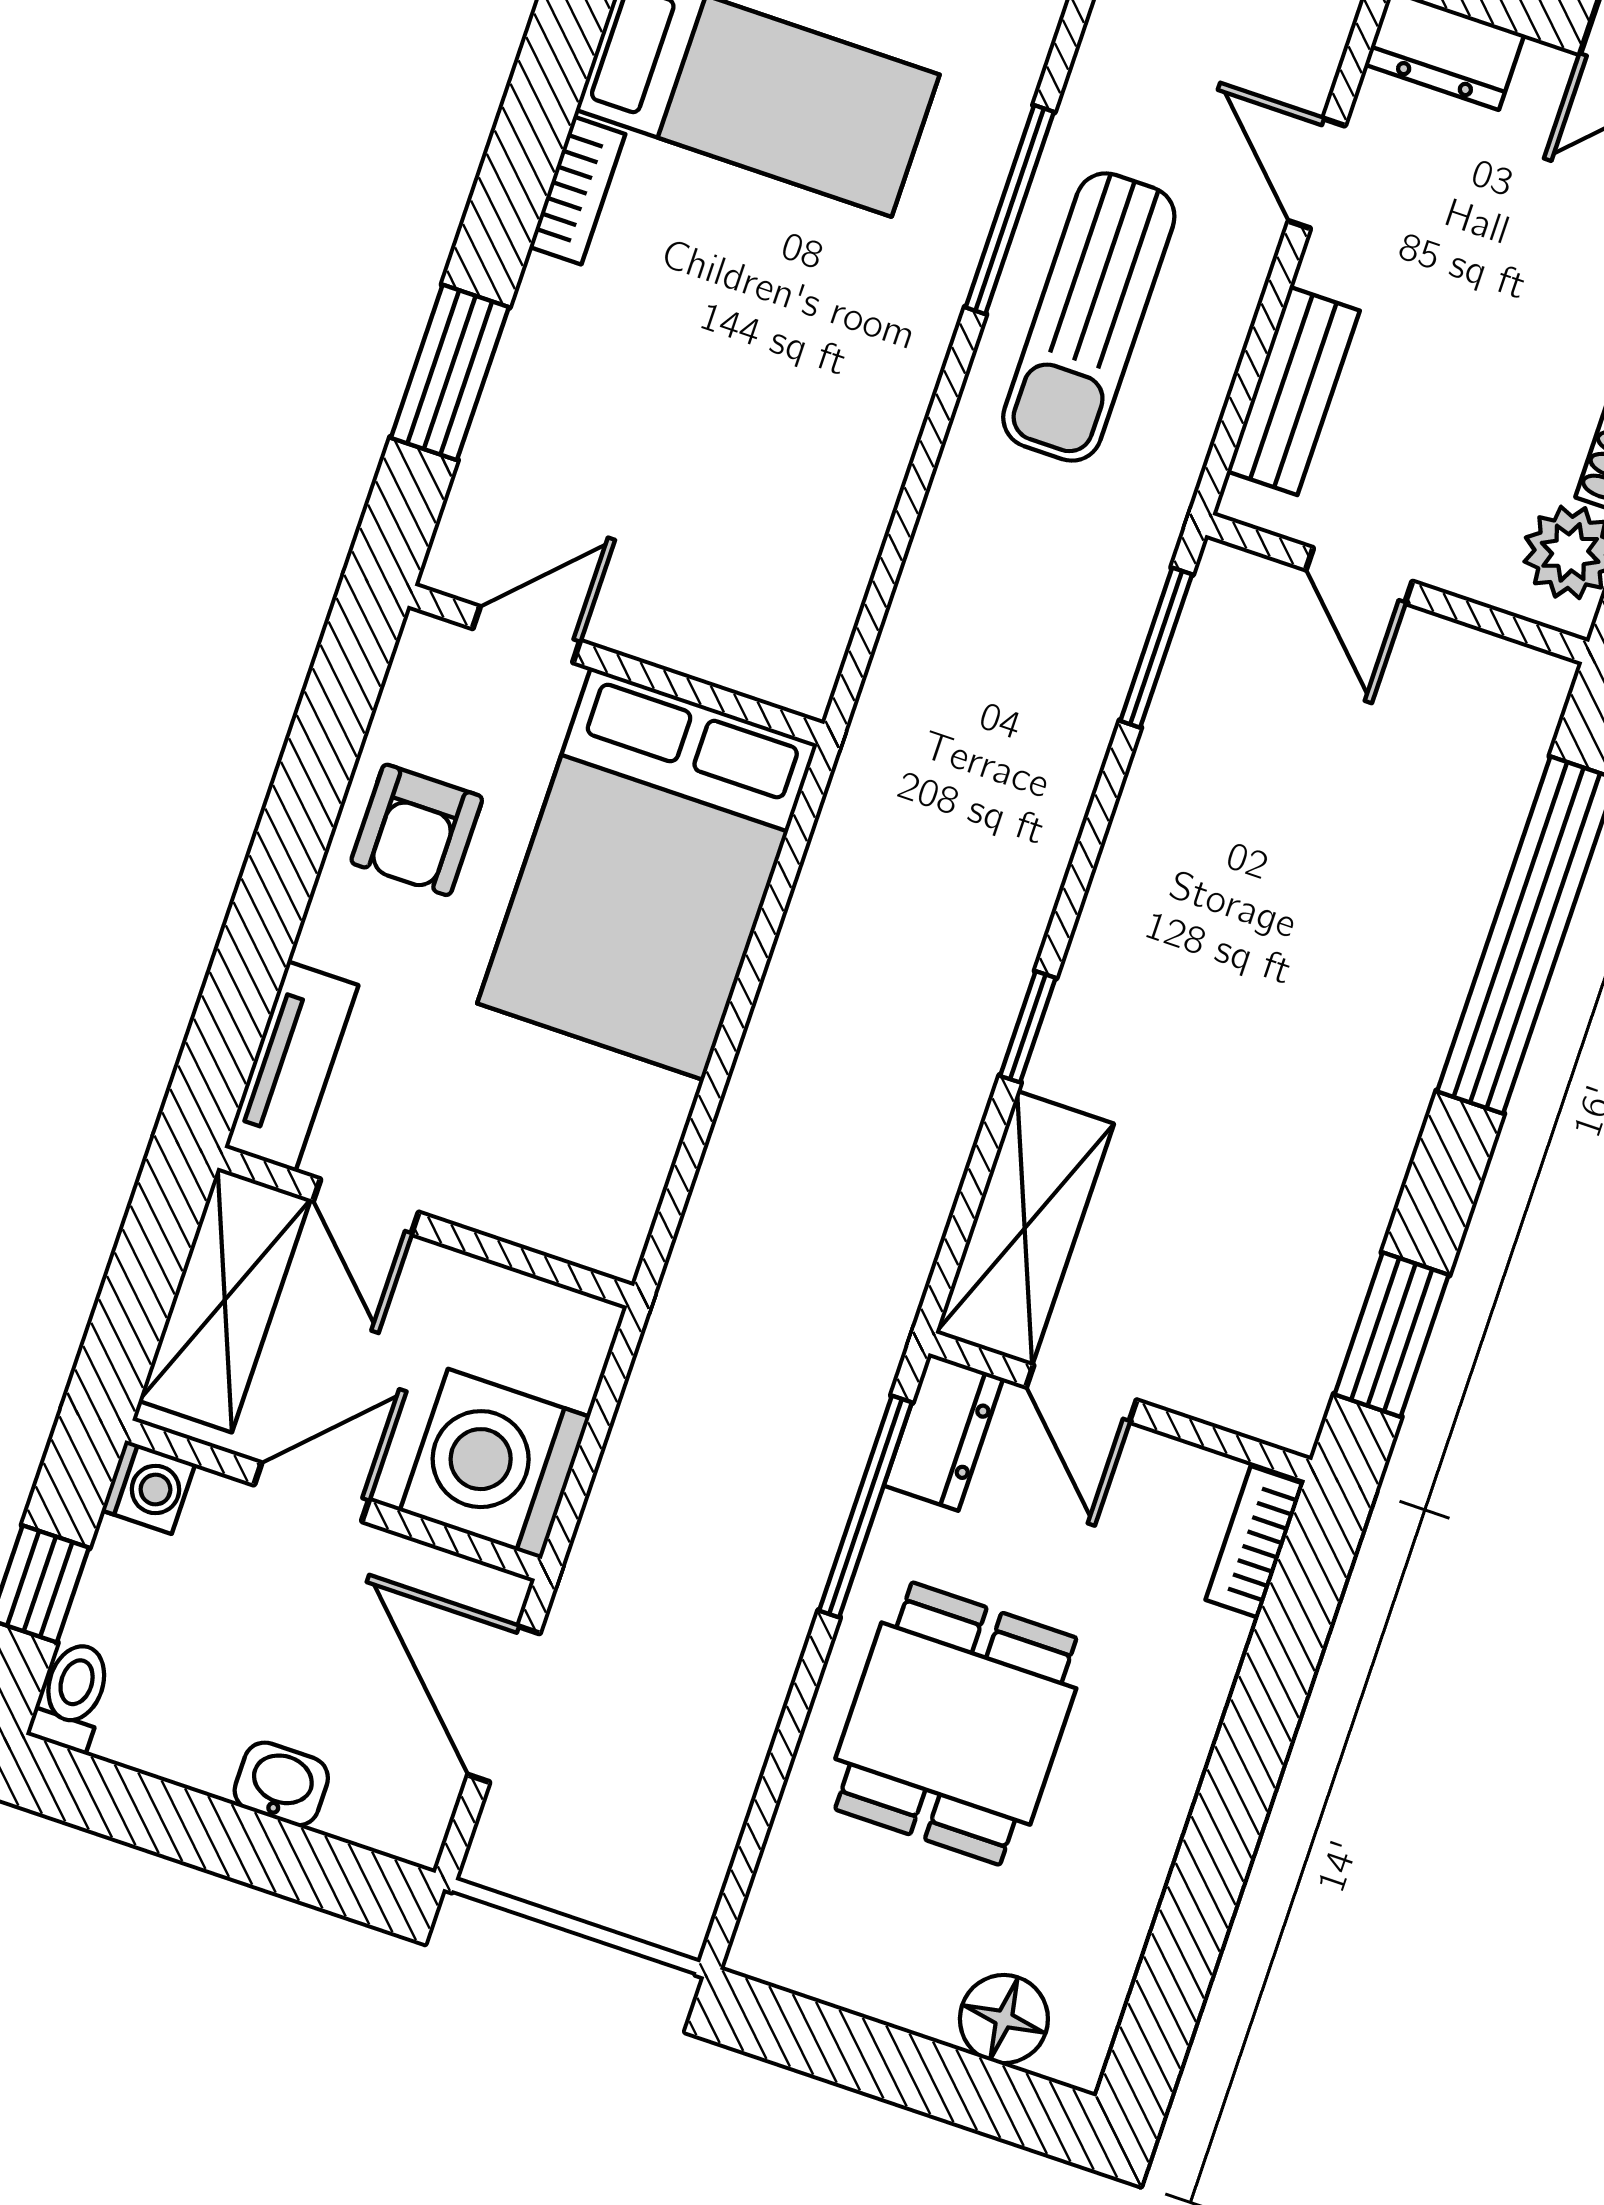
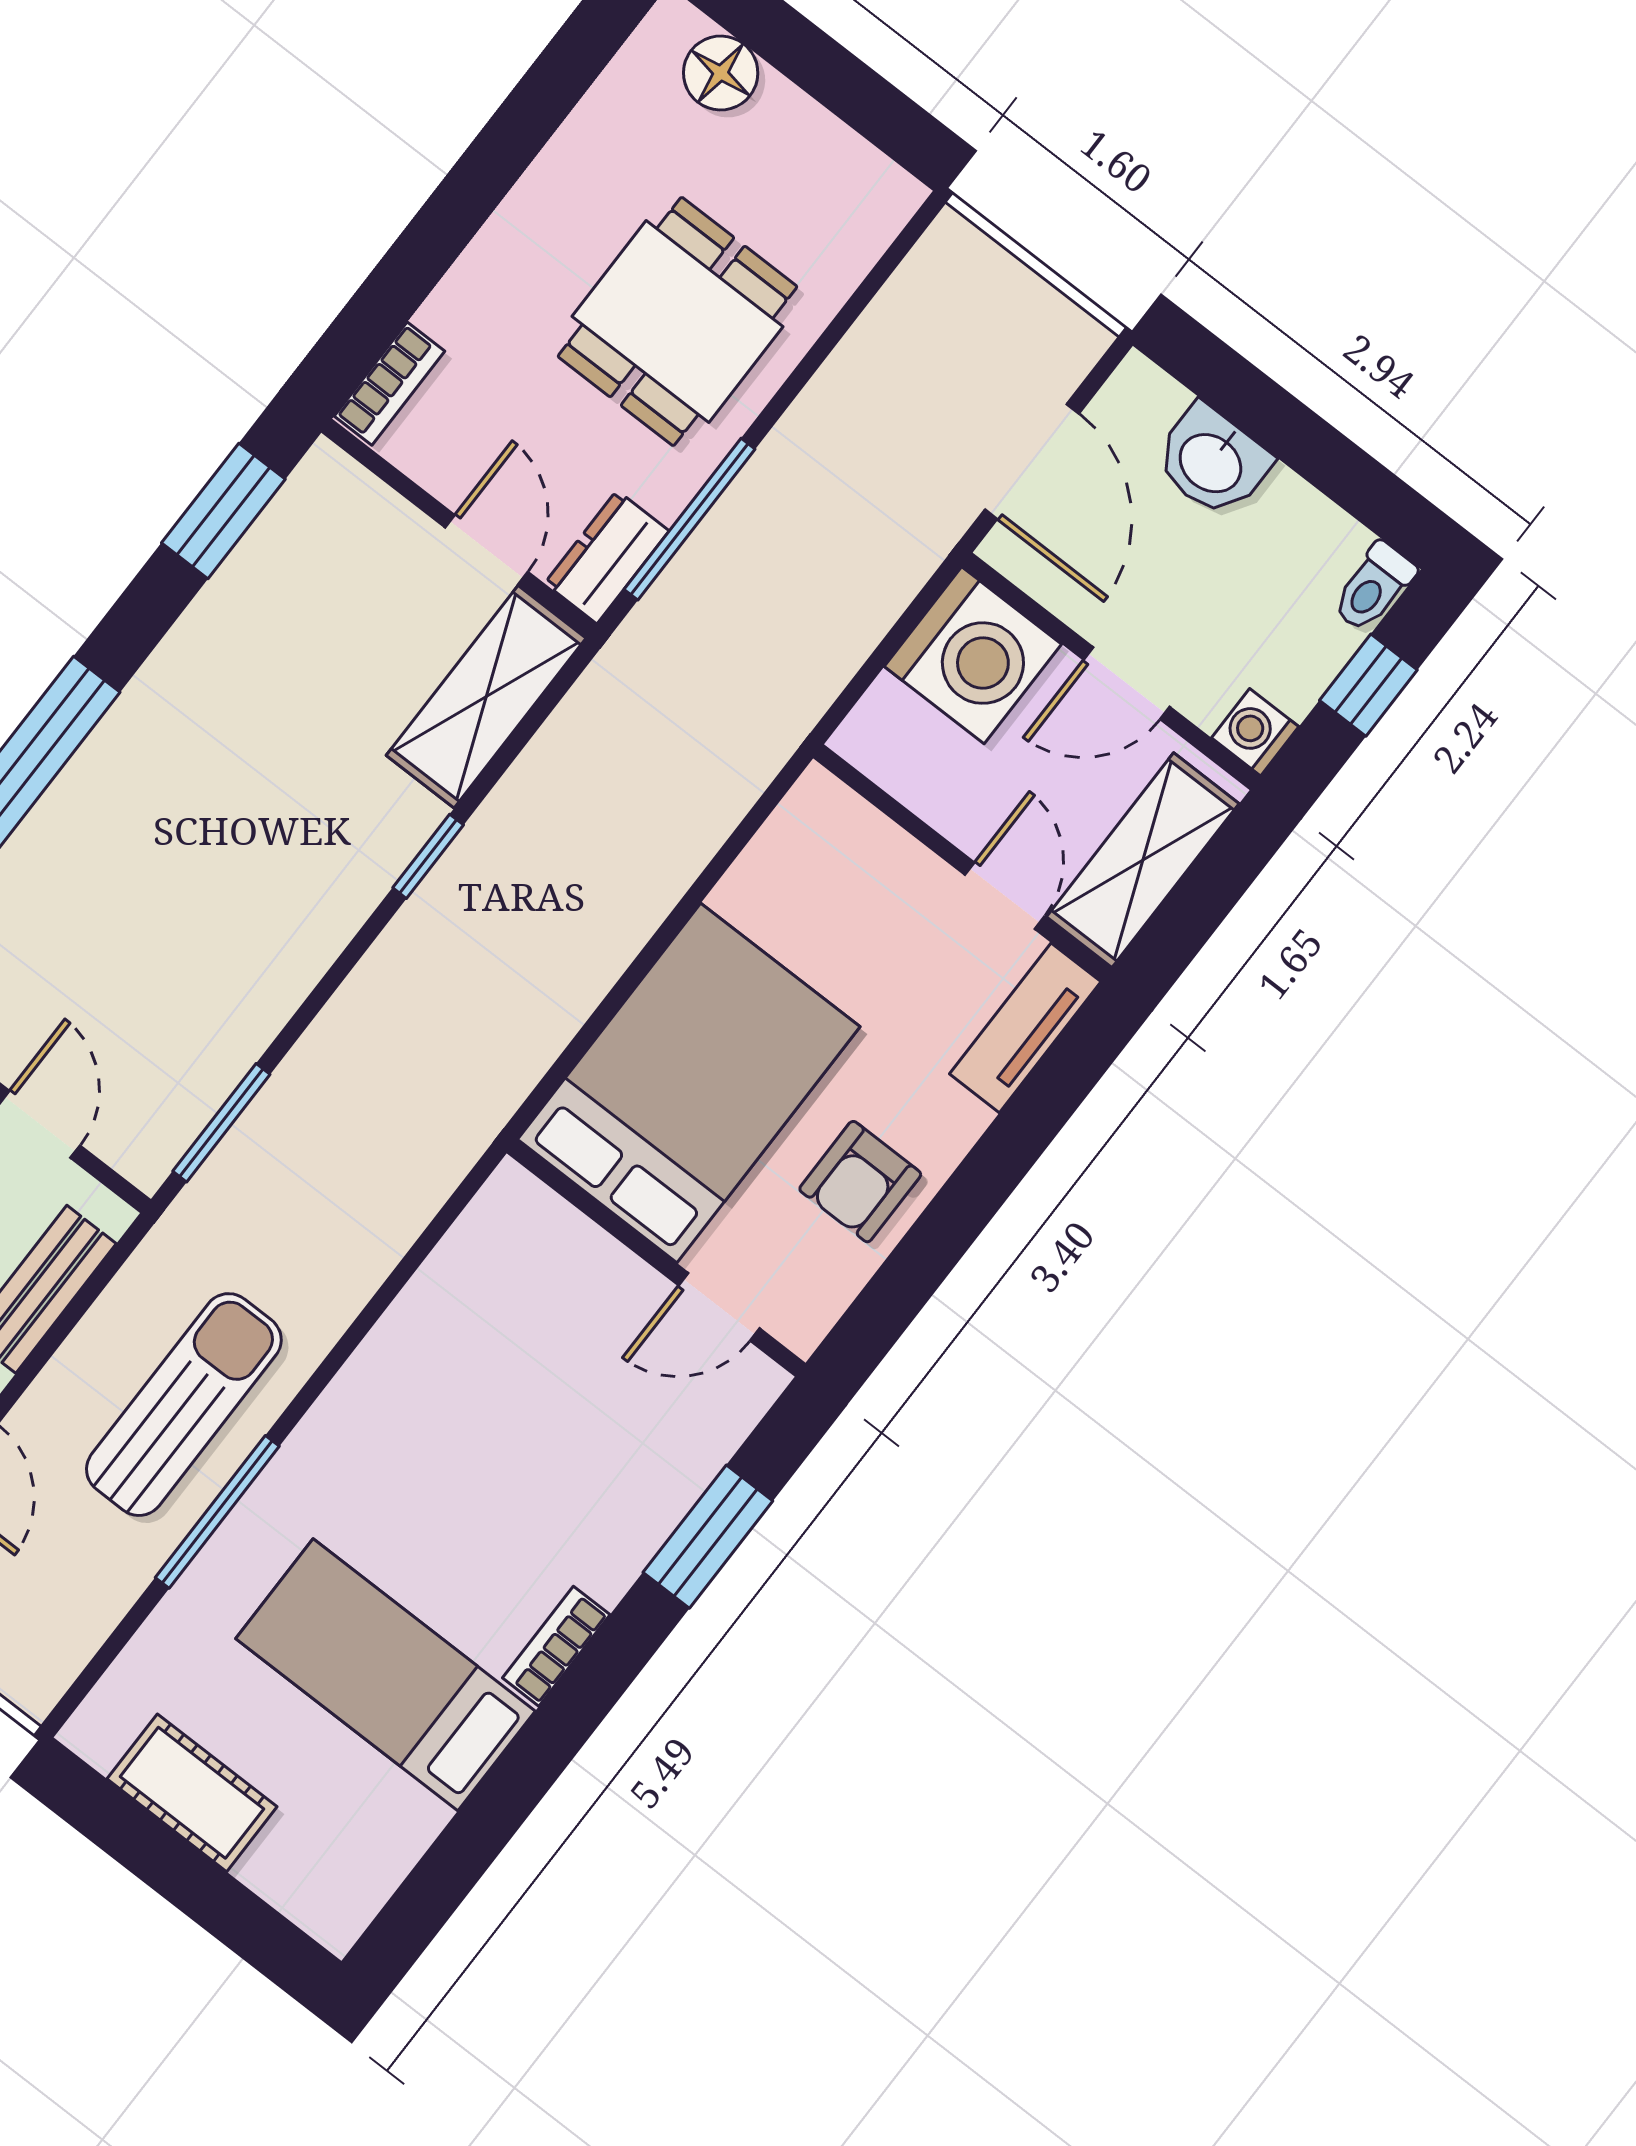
armchair: (417, 830) -> (860, 1182), turned 180
washbasin: (281, 1784) -> (1212, 461), width x1.38, depth x1.45

